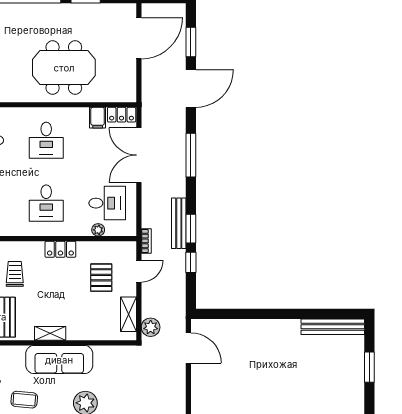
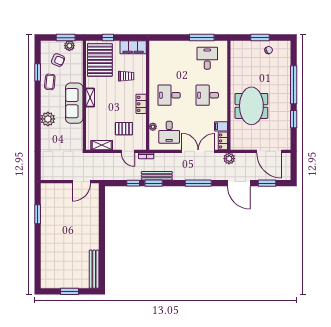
plant: (151, 327) -> (229, 159), moved

